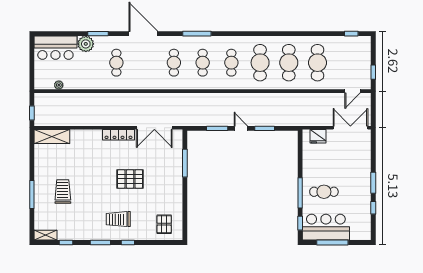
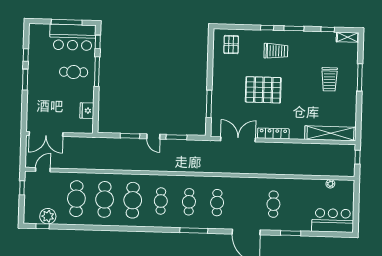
plant: (86, 44) -> (48, 216), moved
fridge: (318, 136) -> (87, 111), moved, turned -90
shelving: (52, 137) -> (330, 133), width x1.47
pallet: (130, 179) -> (263, 90), width x1.37, depth x1.41

